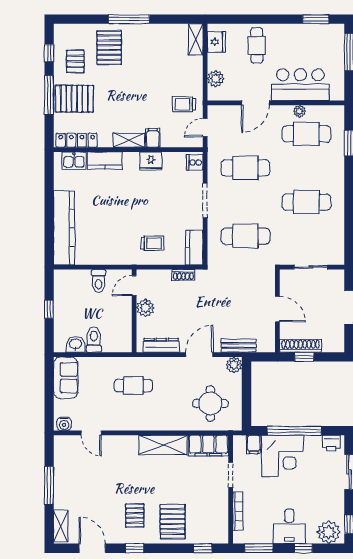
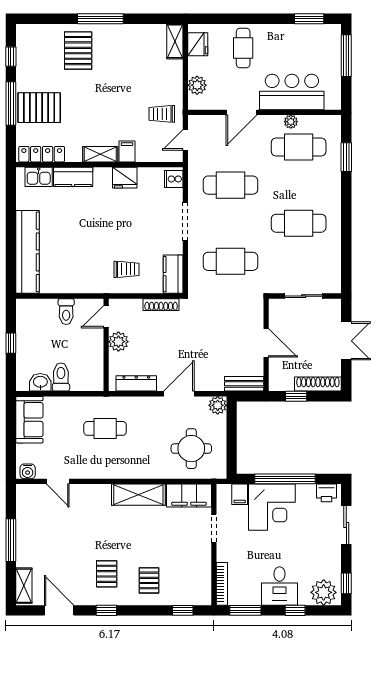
pallet: (75, 61) -> (40, 66), removed
shoe rack: (183, 275) -> (161, 305), width x1.43
bench: (239, 346) -> (244, 384), moved
shoe rack: (300, 346) -> (318, 384), moved
bookcase: (238, 511) -> (222, 584), moved
pallet: (173, 521) -> (149, 580), width x0.67, depth x0.71

